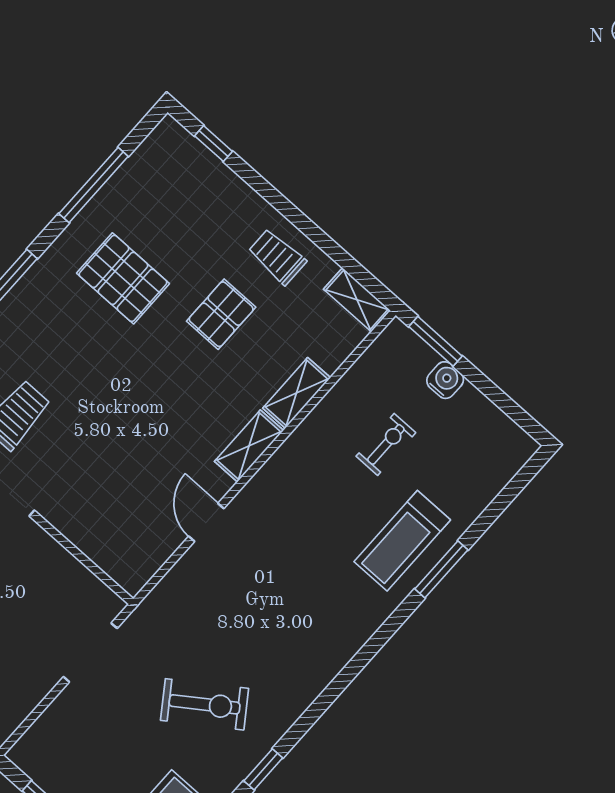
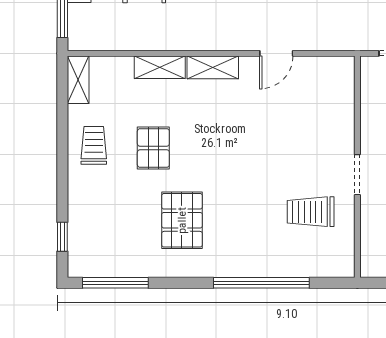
window: (94, 185) -> (115, 283), moved
trolley: (277, 257) -> (94, 145), turned 180
pallet: (221, 314) -> (153, 148), turned 90

